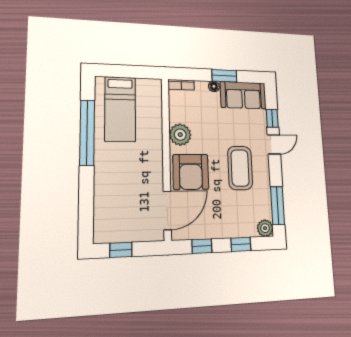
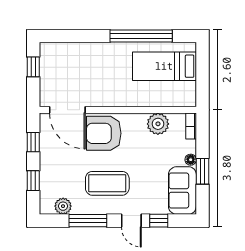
plant: (180, 135) -> (158, 124), moved
window: (278, 206) -> (88, 221), moved
plant: (265, 228) -> (63, 206), moved

